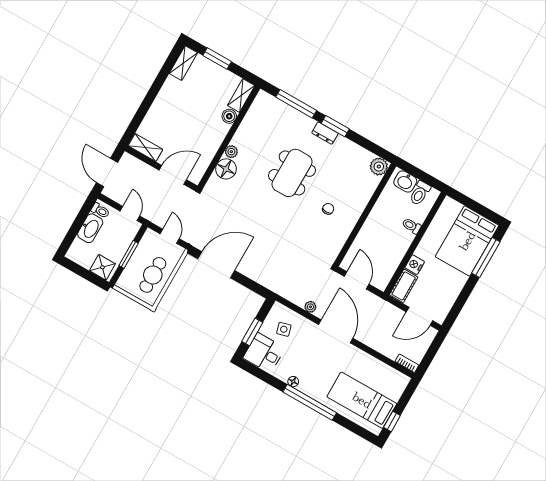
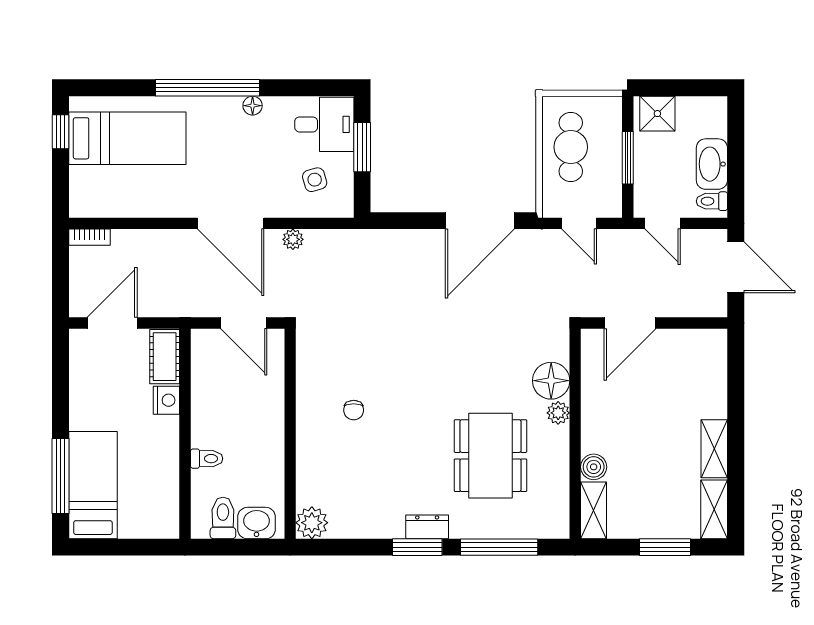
shelving: (146, 148) -> (714, 449), moved, turned 90
dining table: (292, 173) -> (490, 456), moved
bed: (467, 241) -> (93, 485), width x0.67

